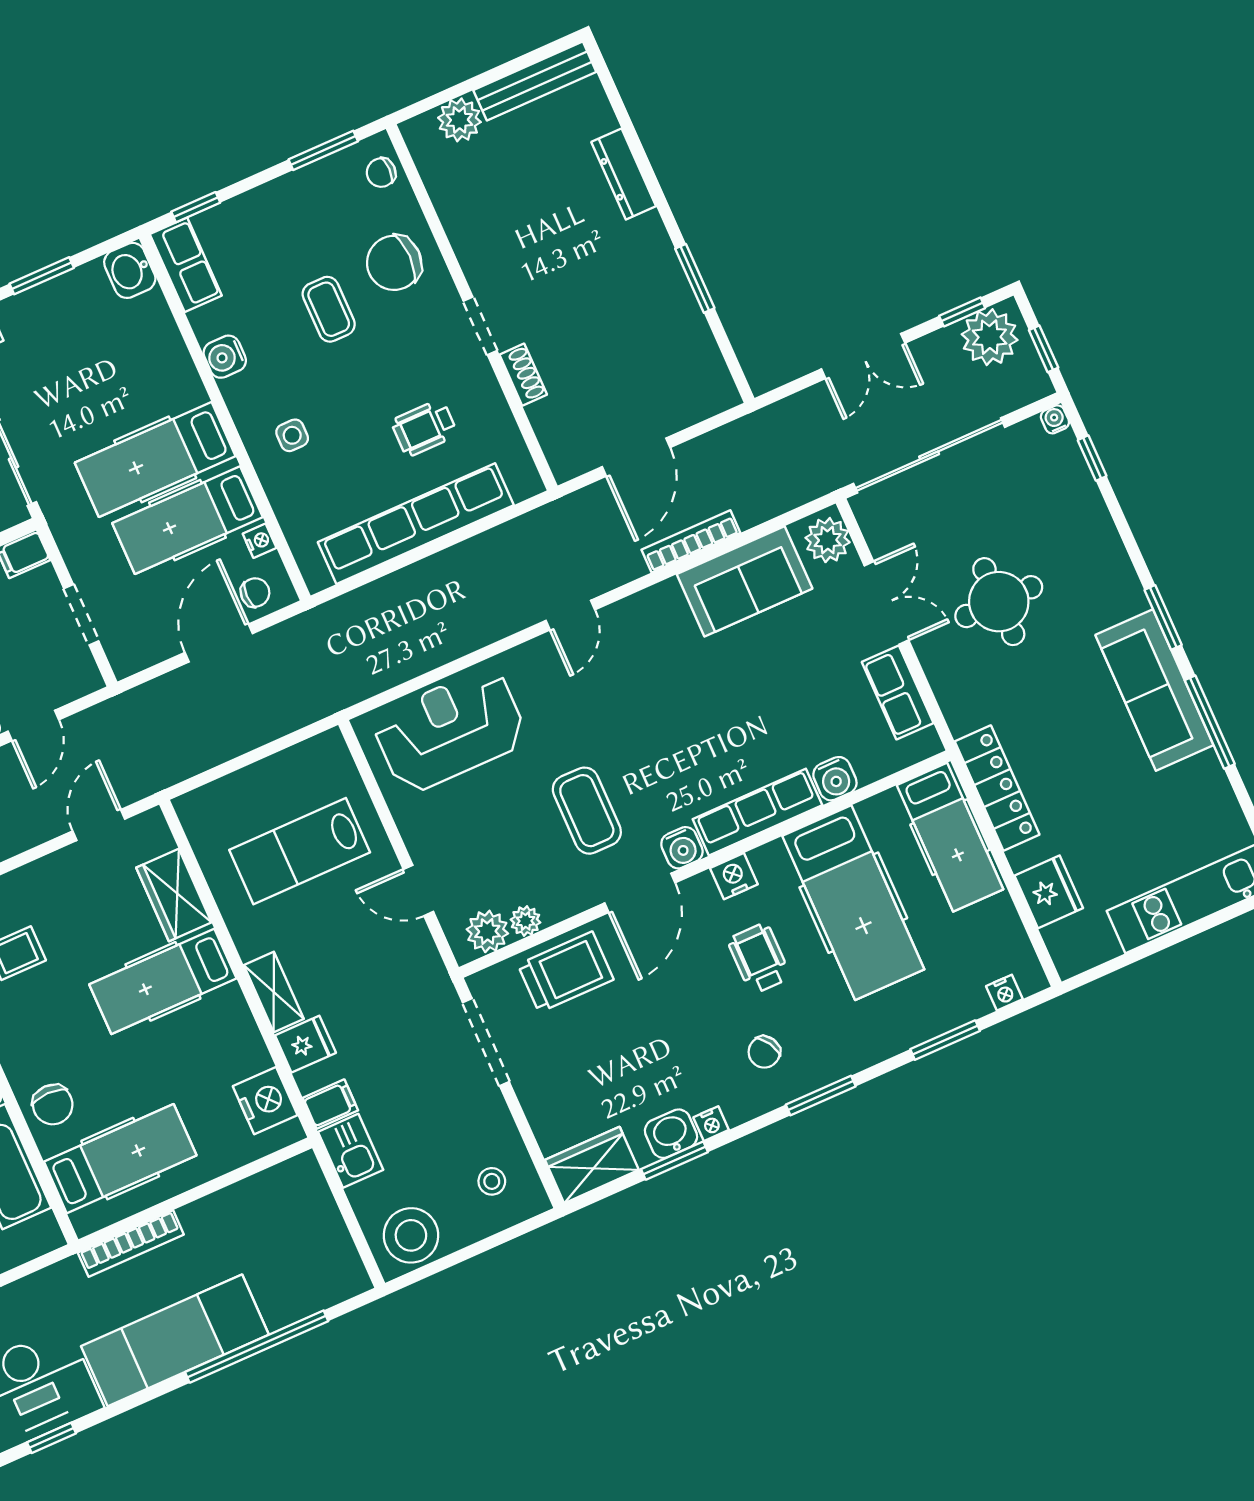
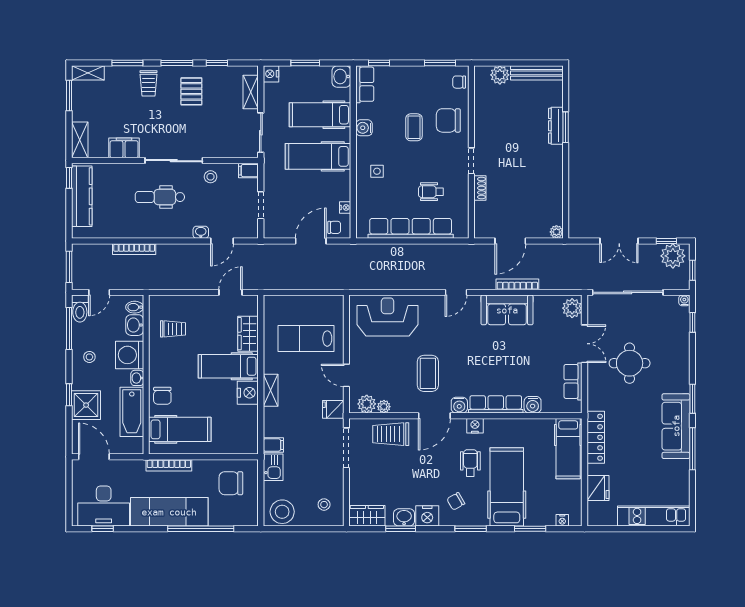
window: (695, 278) -> (566, 127), moved
plant: (724, 395) -> (556, 232), added
hospital bed: (187, 520) -> (320, 115), moved
sofa: (745, 581) -> (507, 310), moved
hospital bed: (853, 903) -> (507, 487), moved, turned 180
trolley: (566, 972) -> (391, 434), turned 180
fridge: (305, 1044) -> (333, 409), moved, turned 180
nightstand: (265, 1101) -> (248, 393), moved
nightstand: (711, 1124) -> (427, 516), width x1.89, depth x1.79
chair: (277, 1223) -> (231, 483), added

